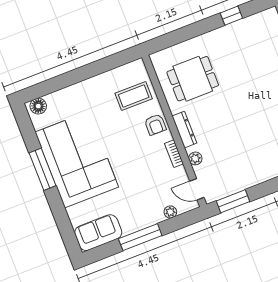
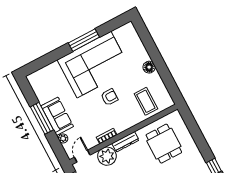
floor lamp: (38, 106) -> (149, 67), moved
armchair: (155, 124) -> (109, 97), moved, turned 180
plant: (195, 158) -> (107, 156), width x1.88, depth x1.88
sofa: (98, 233) -> (57, 116), moved

